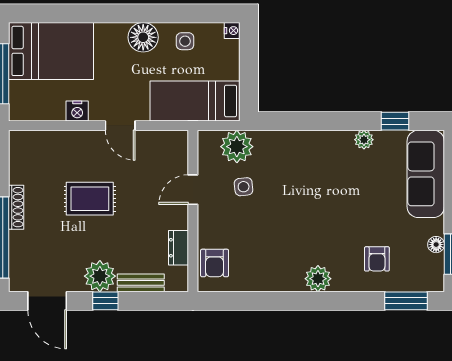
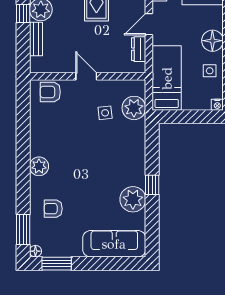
window: (395, 121) -> (152, 185), moved
plant: (364, 140) -> (133, 199), width x1.88, depth x1.88
door: (193, 190) -> (86, 76), moved
floor lamp: (436, 245) -> (35, 251), moved
dresser: (178, 248) -> (139, 49), moved, turned -90

